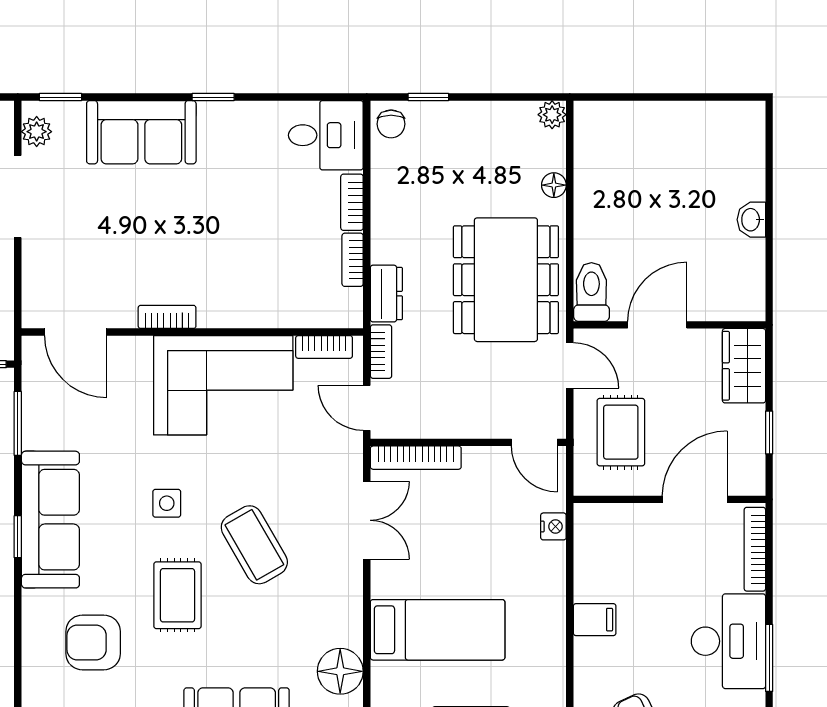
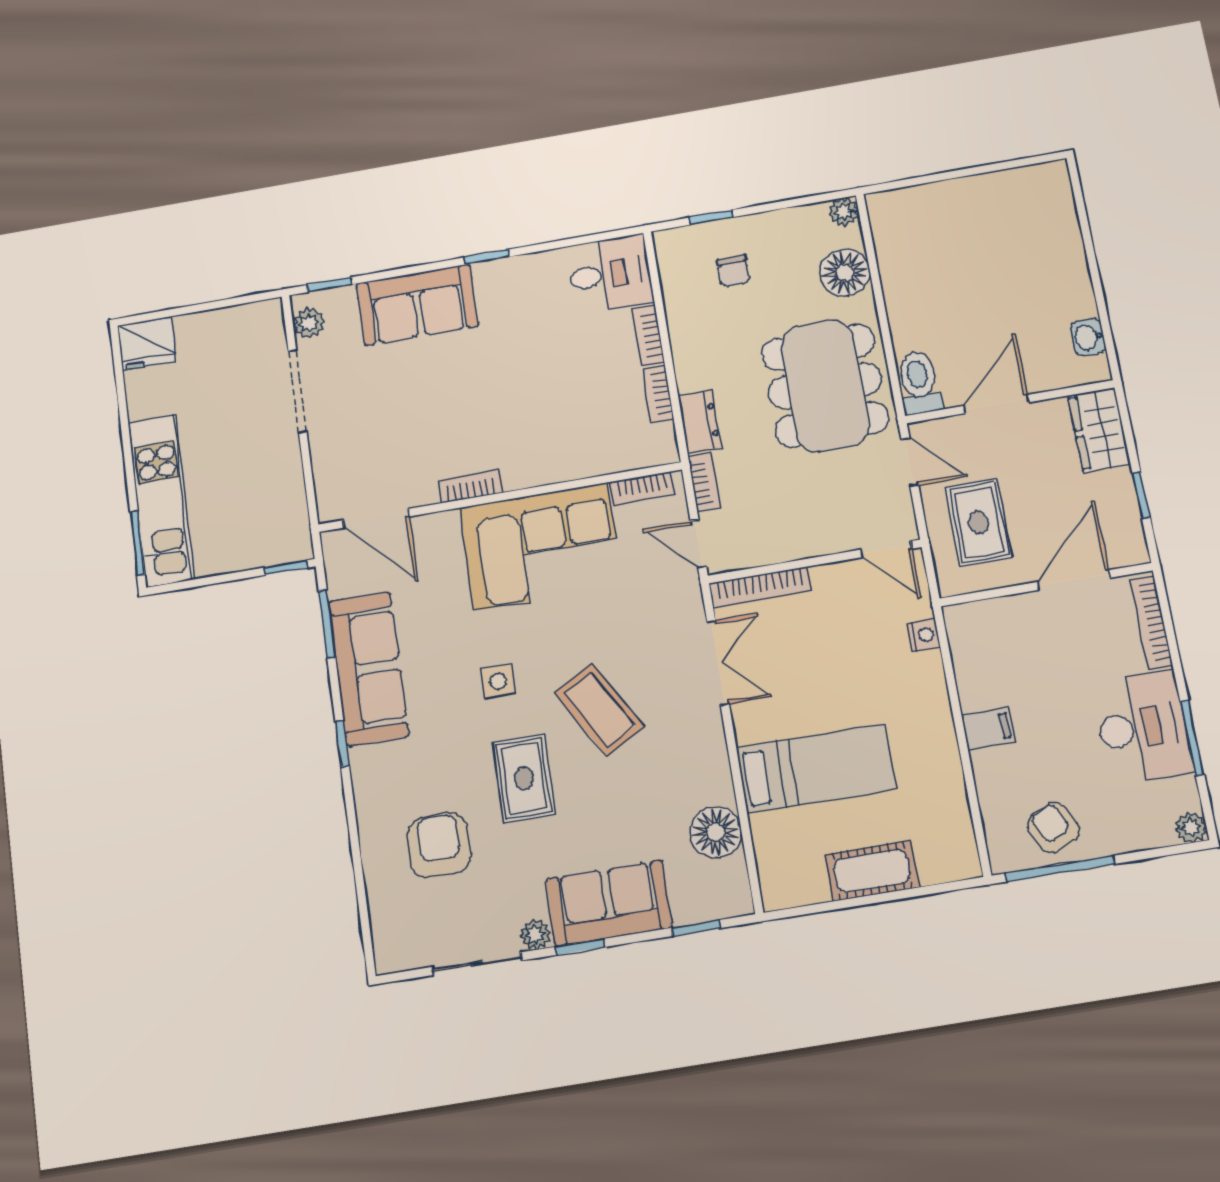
chair: (391, 124) -> (733, 271), moved
floor lamp: (554, 185) -> (845, 273), width x1.89, depth x1.89
washbasin: (751, 220) -> (1088, 337), moved
sofa: (50, 520) -> (368, 669), moved
armchair: (93, 642) -> (439, 845), turned 90

